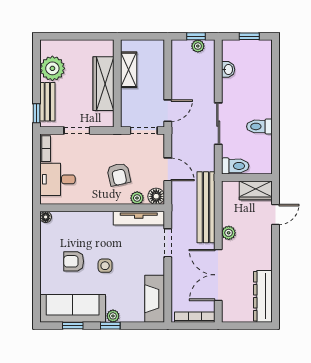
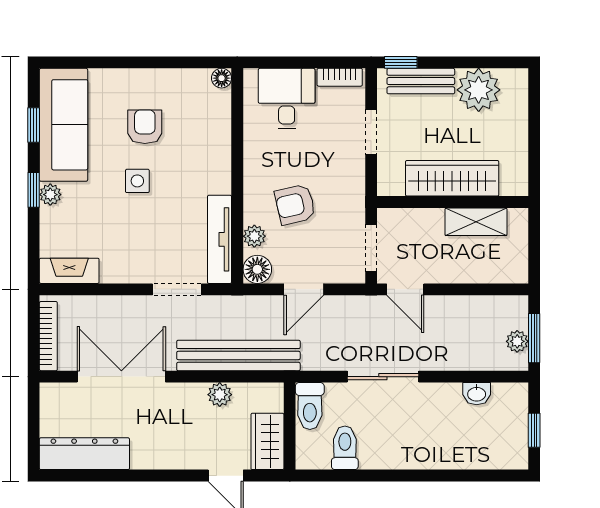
window: (196, 36) -> (534, 338), width x1.50
toilet: (259, 126) -> (345, 448), moved
plant: (229, 233) -> (220, 395), moved
fireplace: (155, 299) -> (69, 271), width x0.73, depth x0.76

